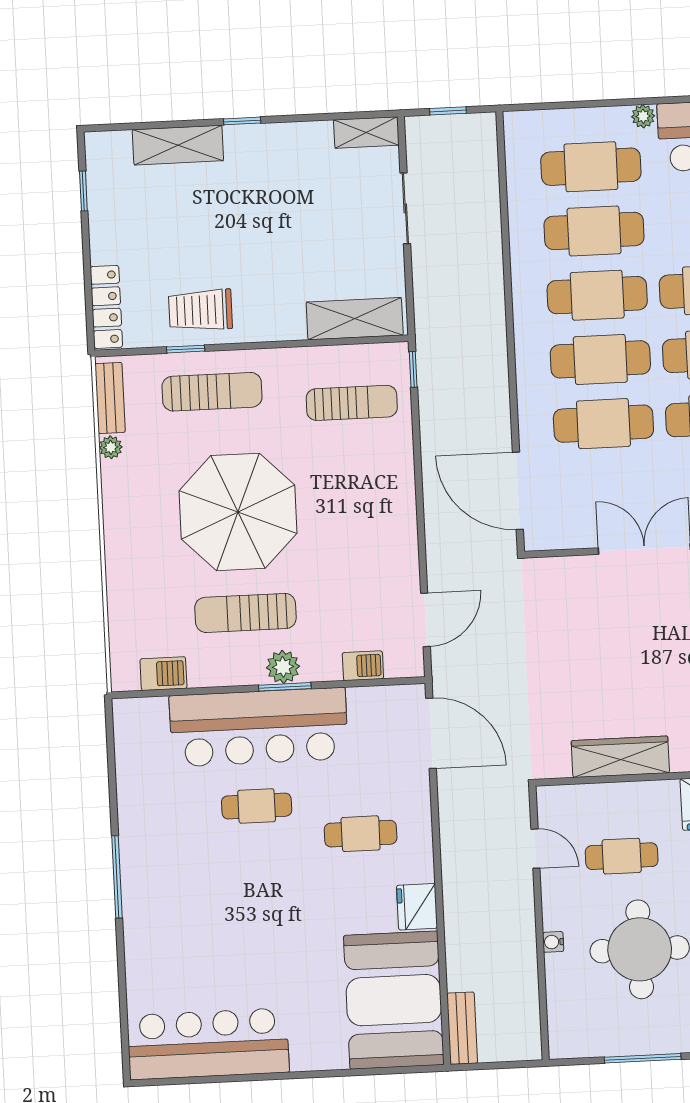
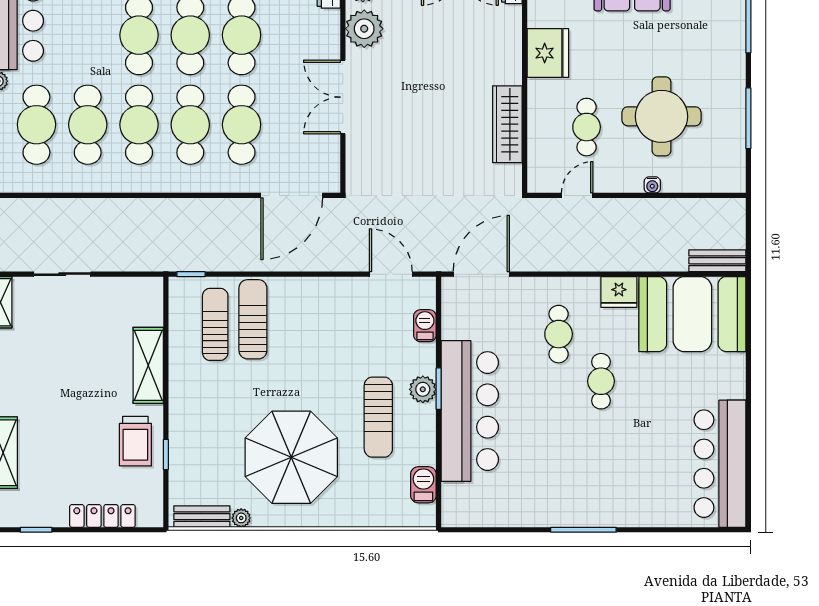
locker: (106, 307) -> (102, 516), moved
shelving: (355, 319) -> (148, 365), moved
sun lounger: (212, 392) -> (253, 319), moved
parasol: (238, 512) -> (291, 457), moved
cafe table: (257, 806) -> (601, 381), moved

